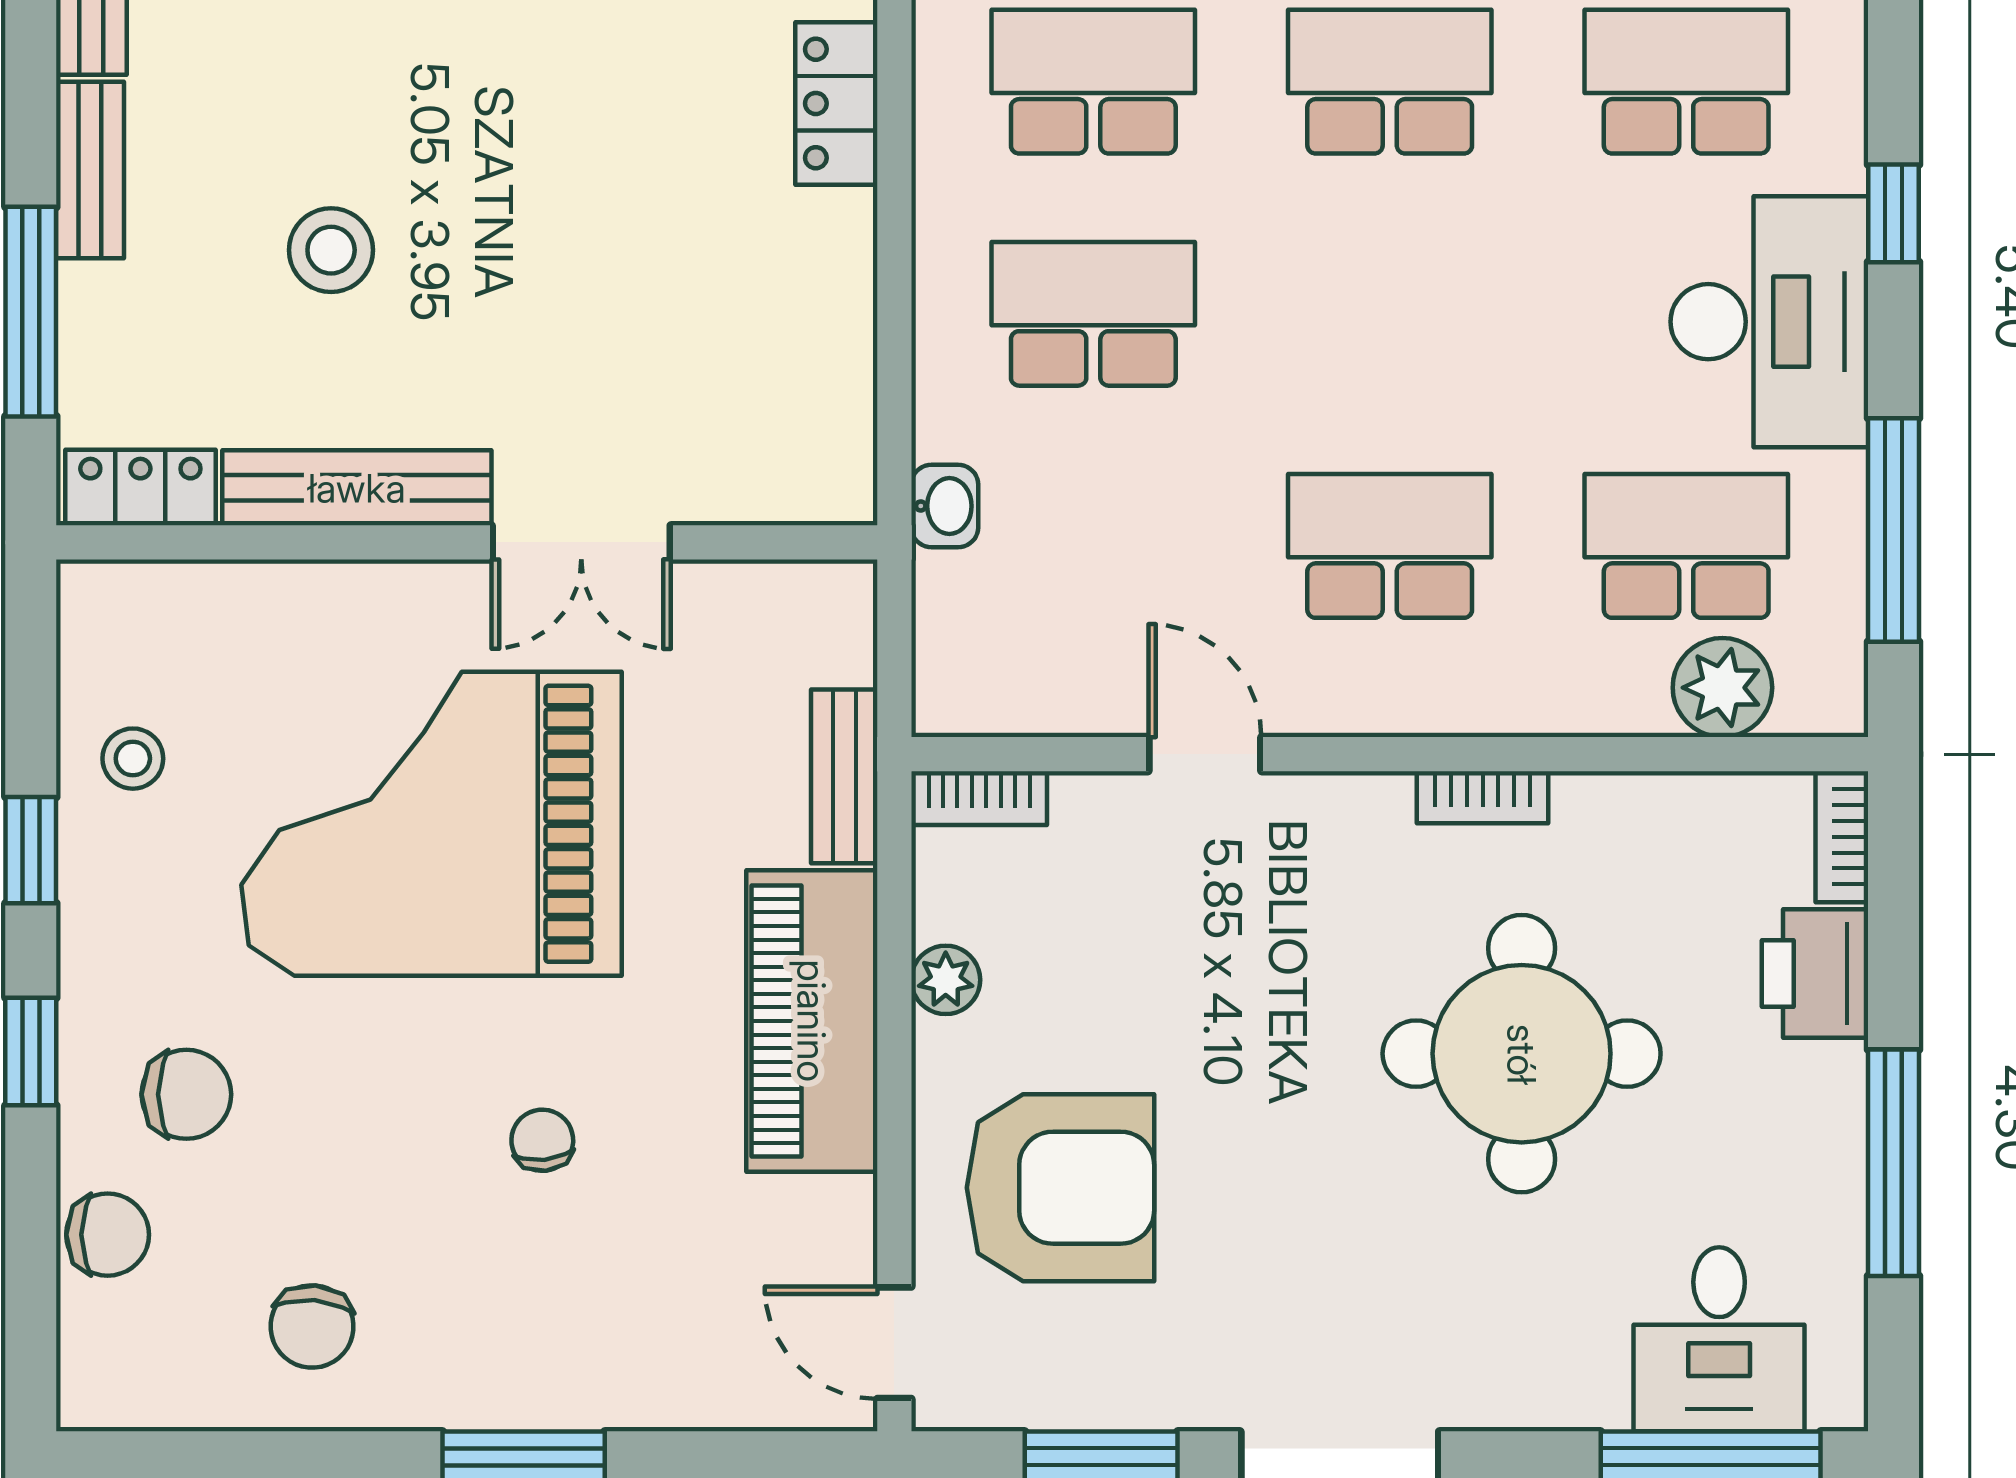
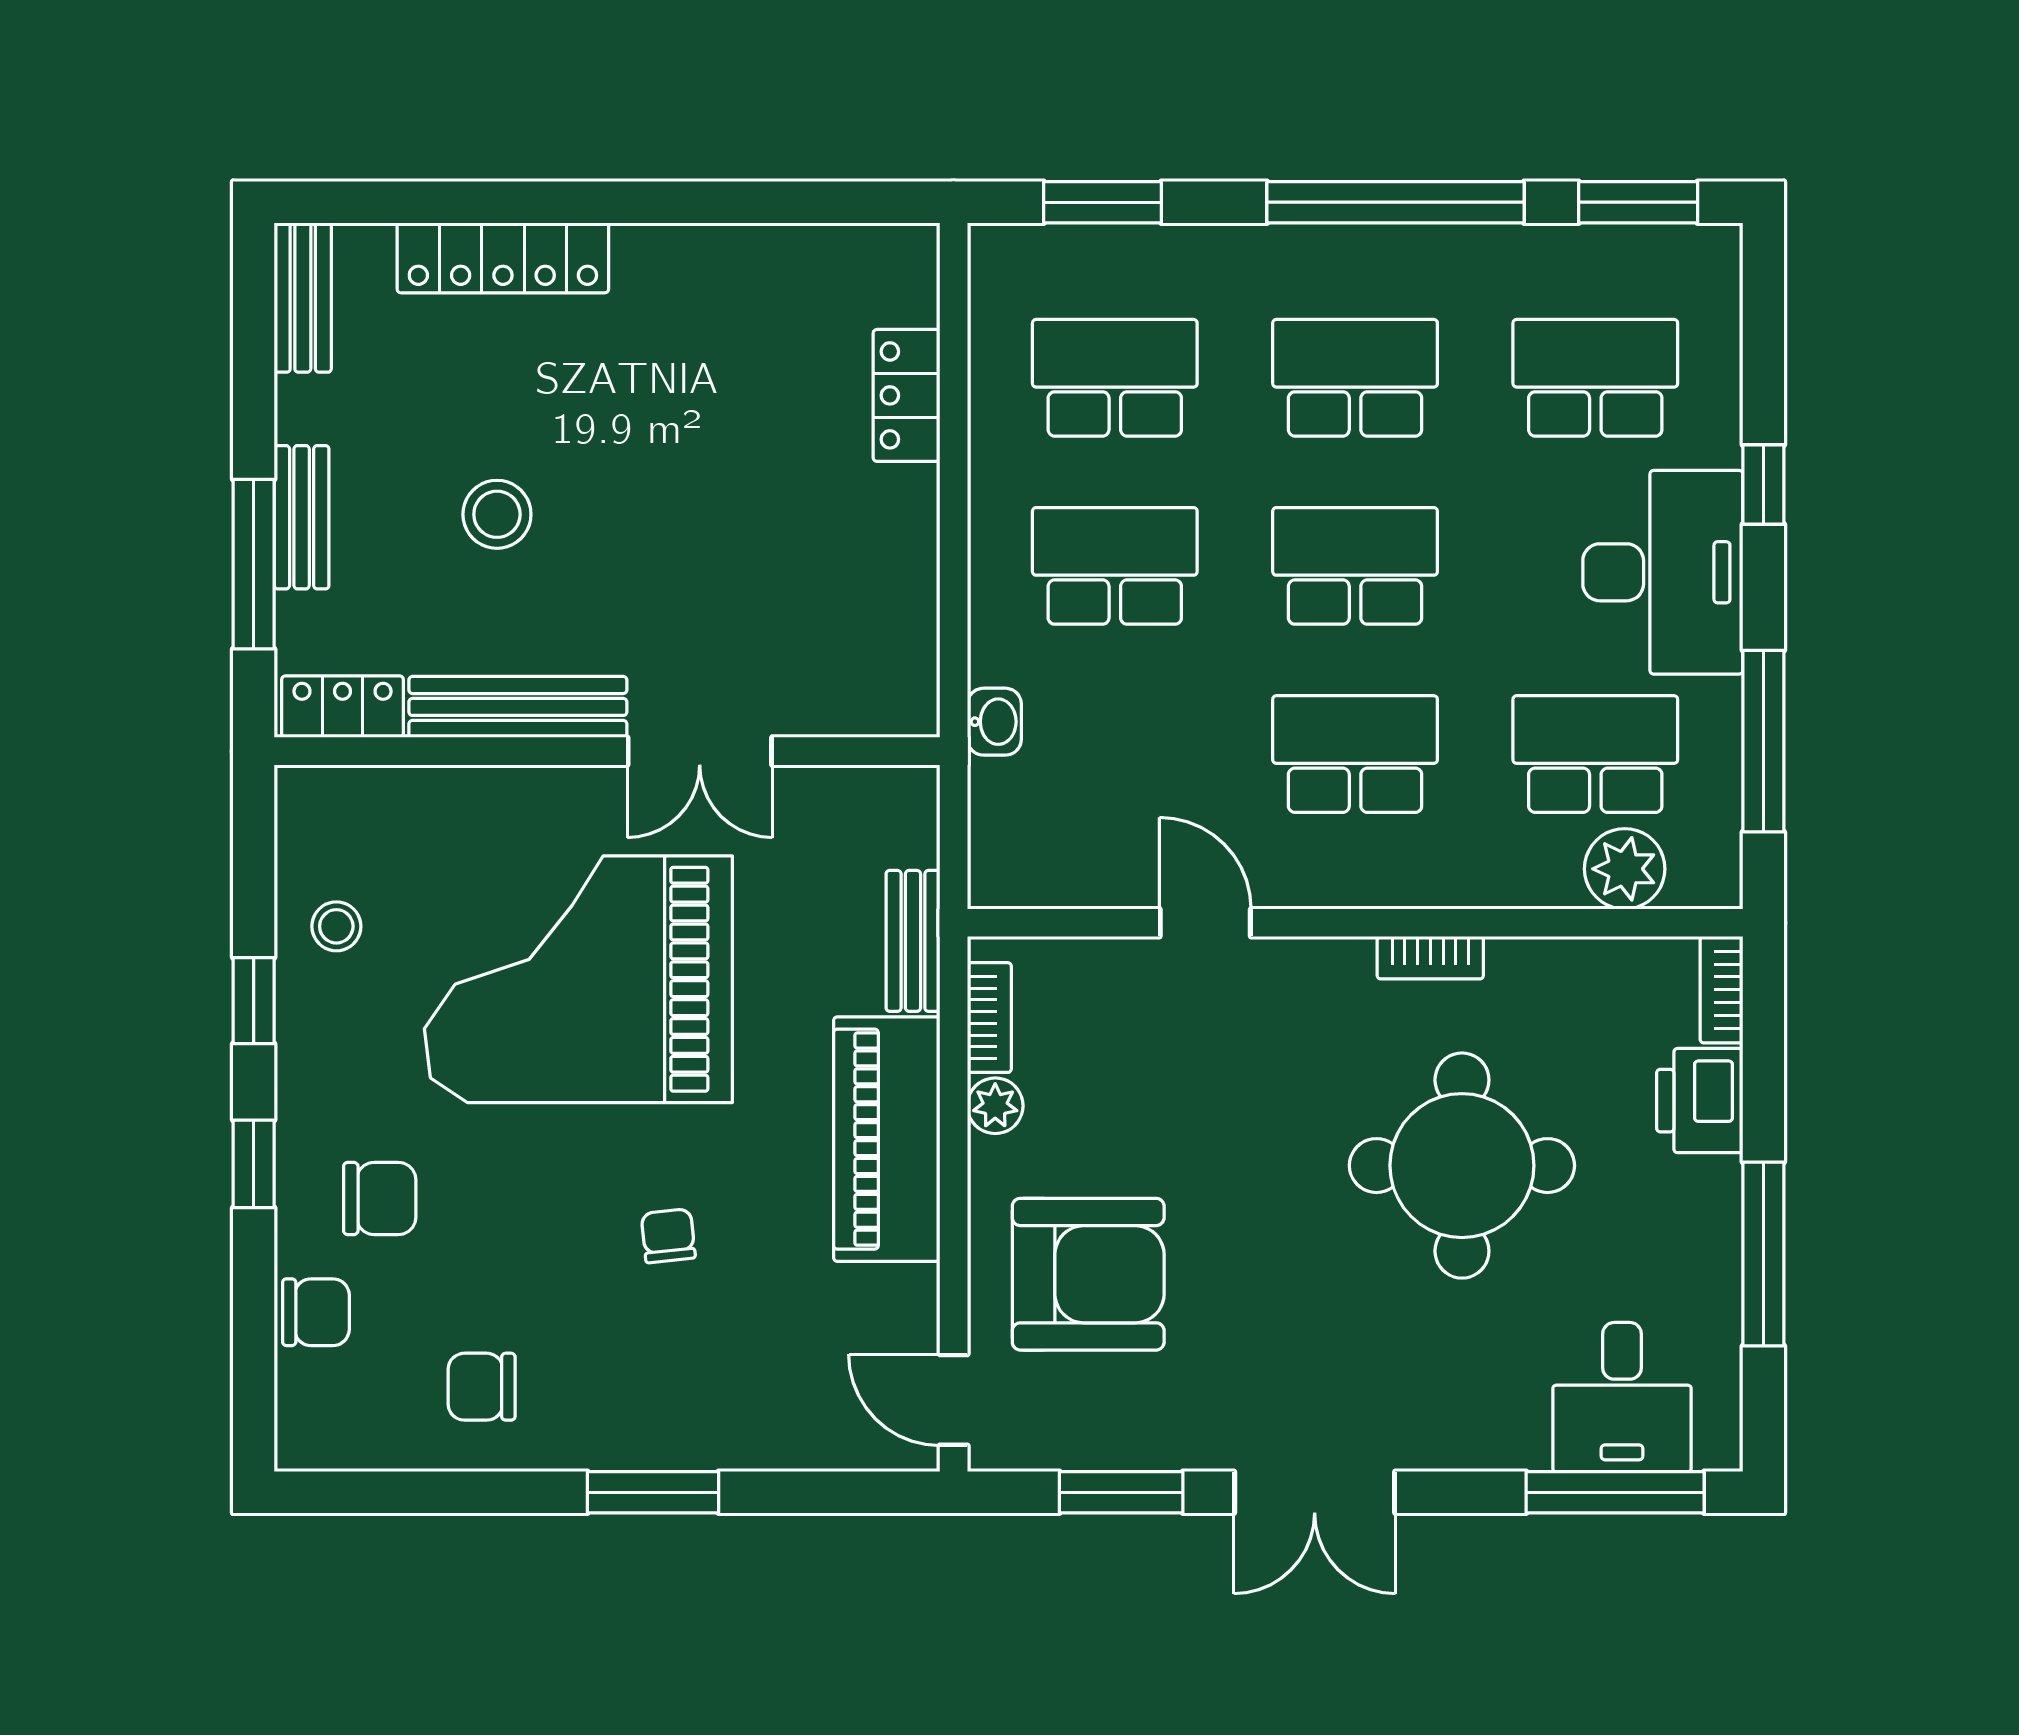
bench: (90, 170) -> (302, 517), moved
school desk: (1390, 314) -> (1355, 566), added
bookcase: (979, 798) -> (989, 1018), moved, turned -90
chair: (312, 1327) -> (482, 1387), turned 85

